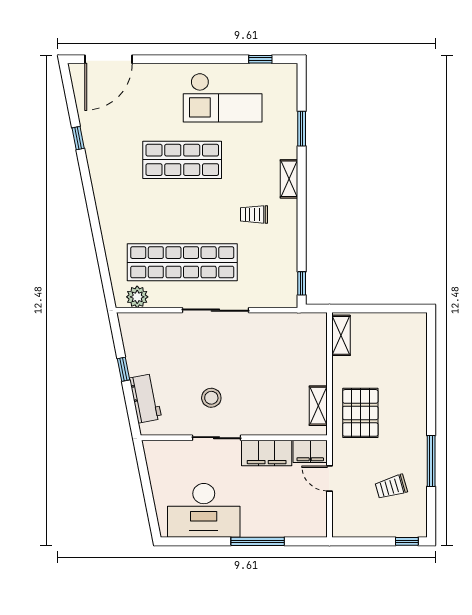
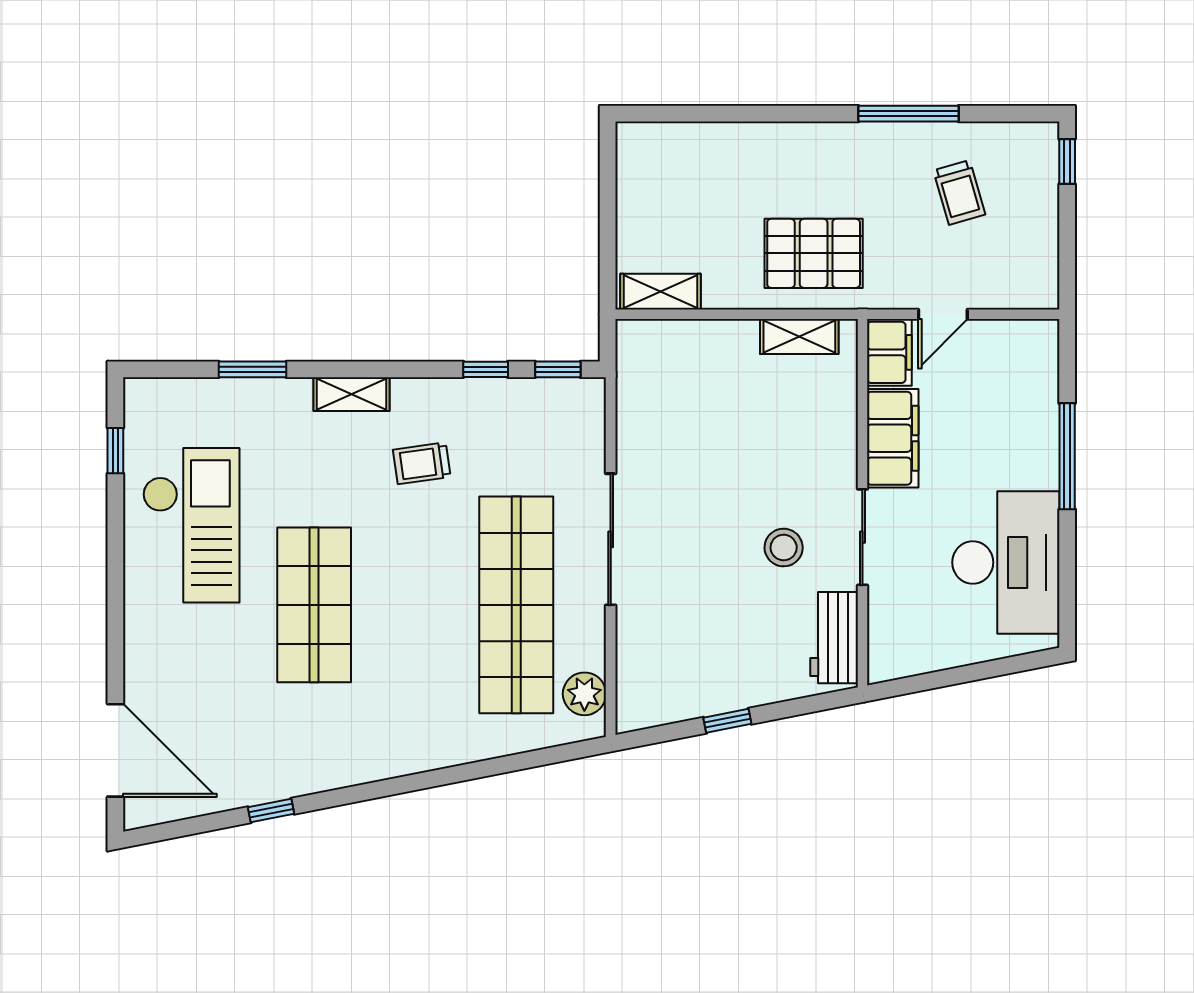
trolley: (254, 214) -> (422, 463), turned 82
window: (302, 247) -> (486, 369), added
workbench: (145, 398) -> (834, 638), moved, turned -79

